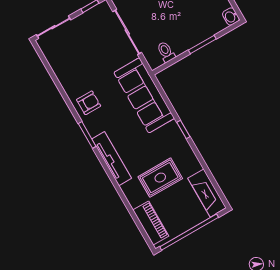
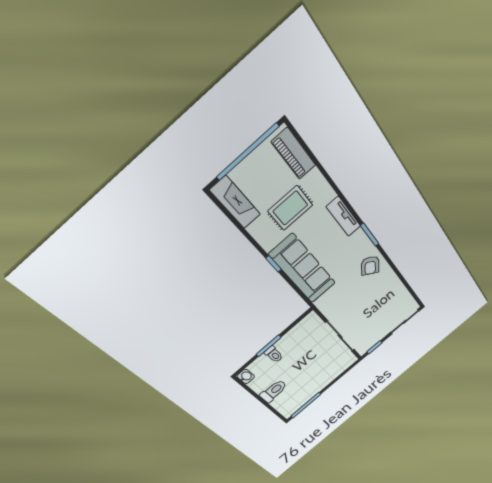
toilet: (166, 52) -> (274, 354), moved
sofa: (144, 95) -> (303, 269), moved
armchair: (89, 103) -> (370, 266), turned -57
tv unit: (112, 159) -> (344, 216), width x0.71

